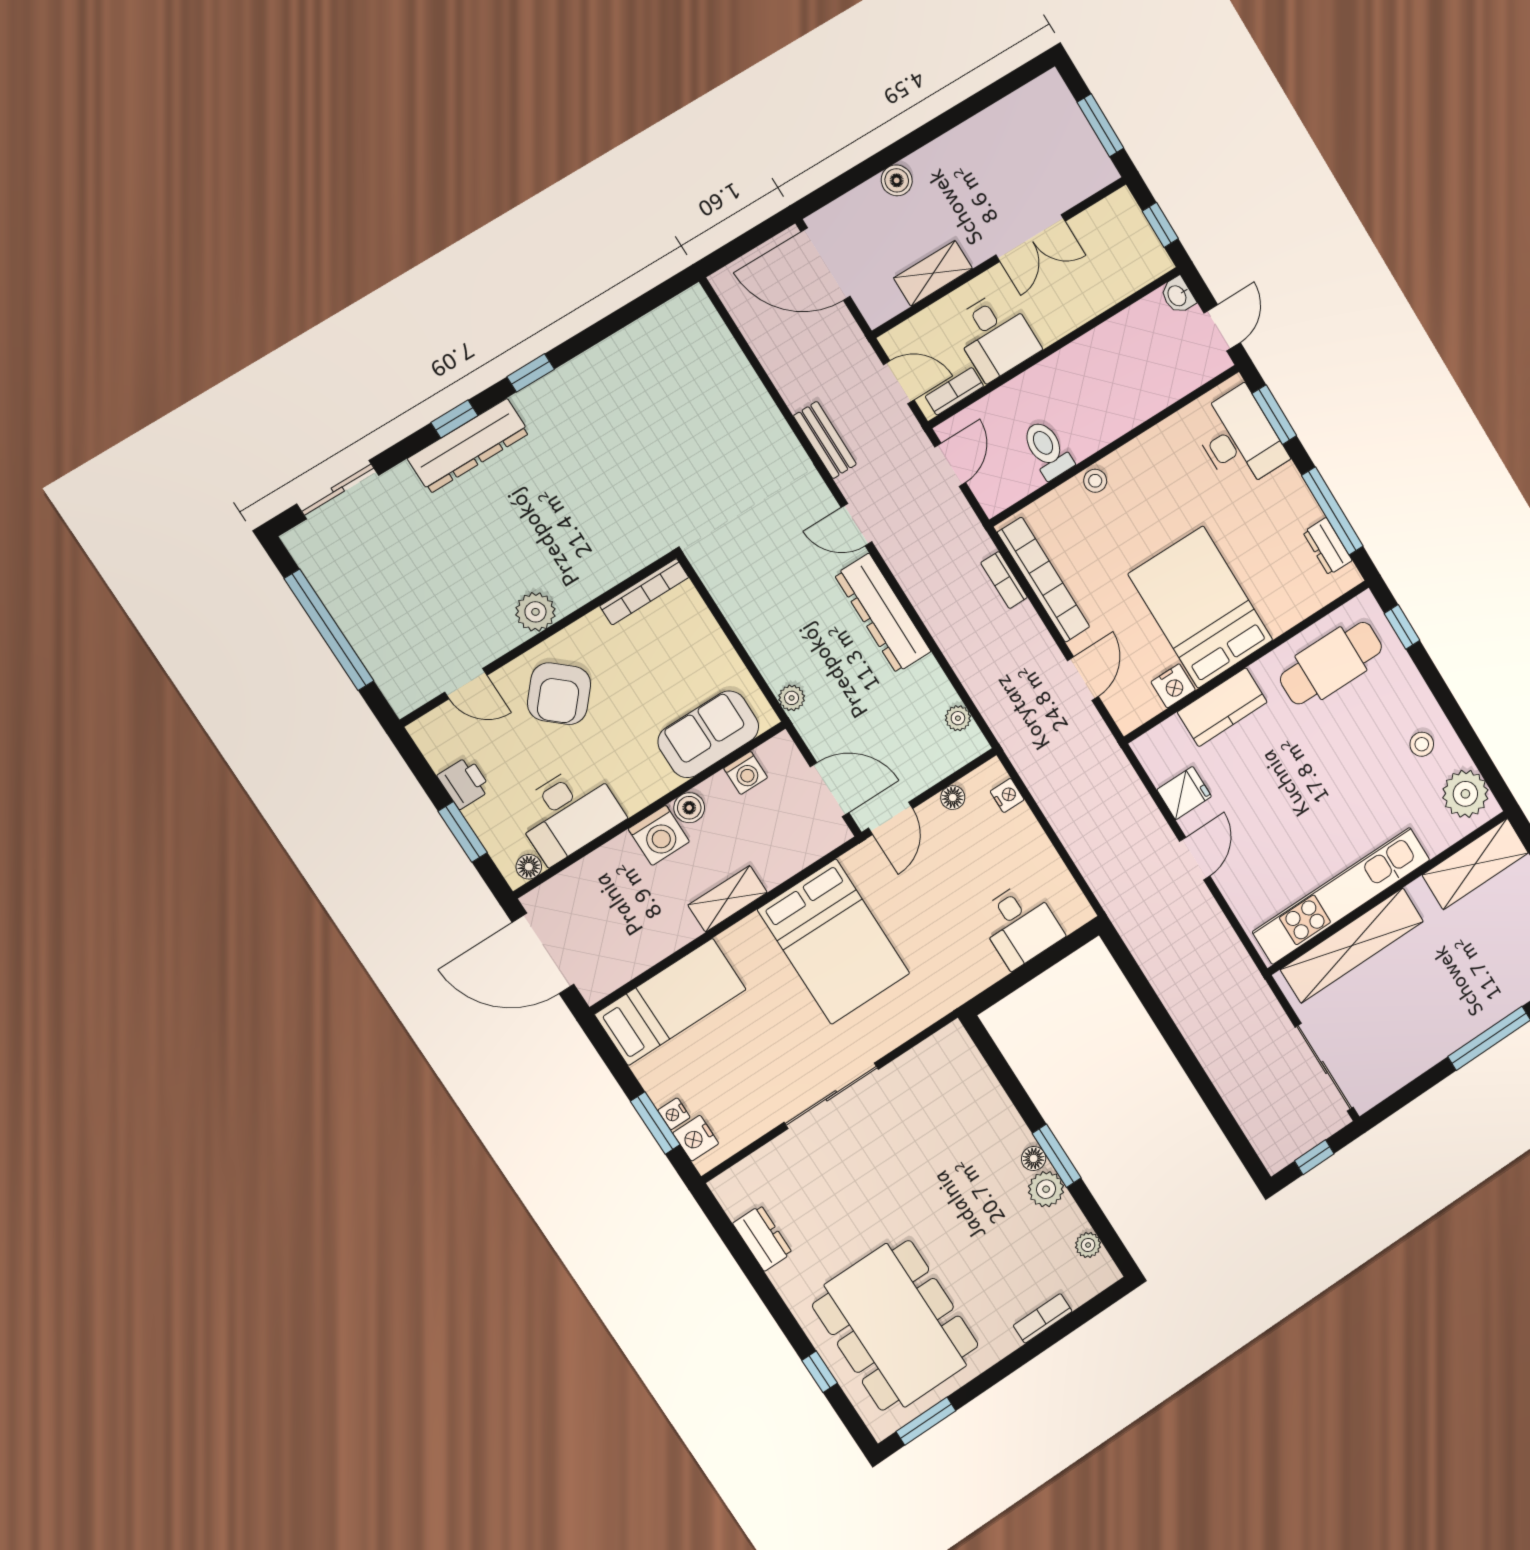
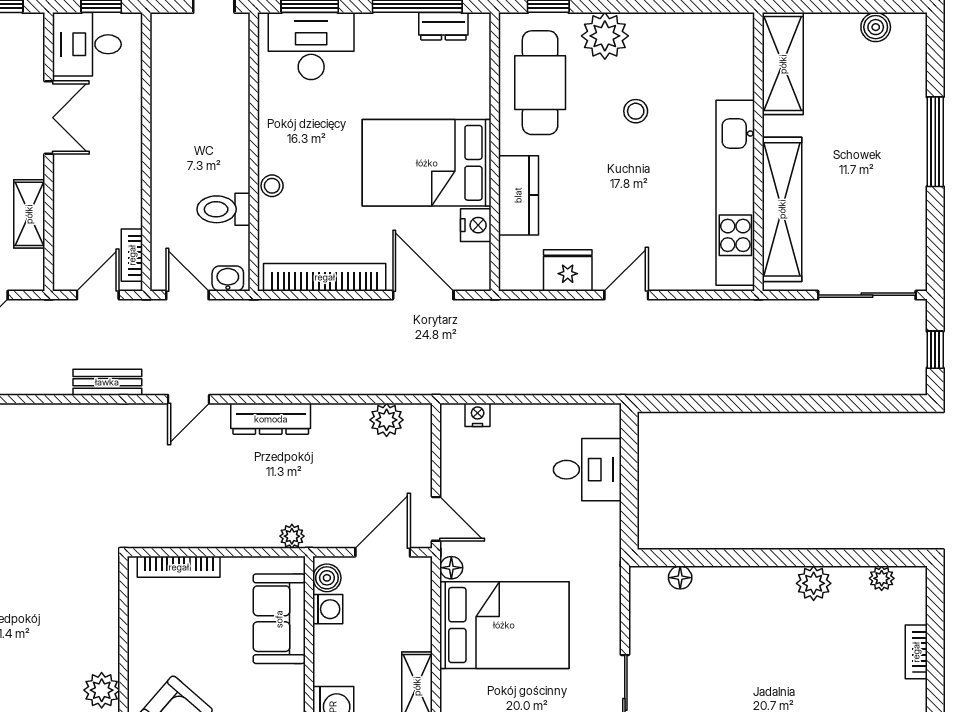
washbasin: (1178, 295) -> (228, 279), moved, turned 180
desk: (995, 336) -> (87, 44), moved, turned 180
bookcase: (1004, 580) -> (305, 309), removed
bookcase: (644, 592) -> (179, 567), moved, turned 90
dresser: (883, 613) -> (271, 419), width x0.73, depth x0.80
door: (1083, 679) -> (423, 295), width x1.38
plant: (958, 718) -> (387, 420), width x1.38, depth x1.38
stool: (1422, 744) -> (636, 111), moved
fridge: (1184, 793) -> (568, 270), width x1.38
plant: (1465, 794) -> (605, 36), moved
floor lamp: (953, 798) -> (451, 568), moved
boiler: (689, 808) -> (327, 578), moved
door: (1195, 859) -> (626, 295), hinge flipped
window: (1057, 1156) -> (792, 558), removed
floor lamp: (1034, 1158) -> (680, 578), moved

